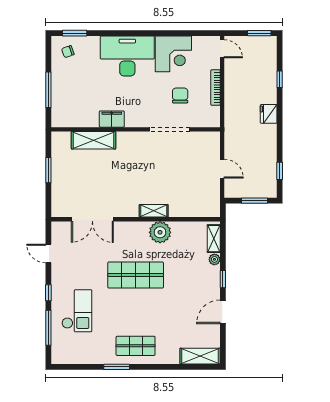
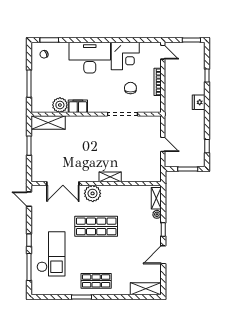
plant: (89, 117) -> (60, 105), added
shelving: (93, 140) -> (48, 123), moved
plant: (160, 232) -> (93, 193), moved
door: (48, 254) -> (29, 199), moved
checkout: (77, 311) -> (51, 254), width x1.36, depth x1.21

